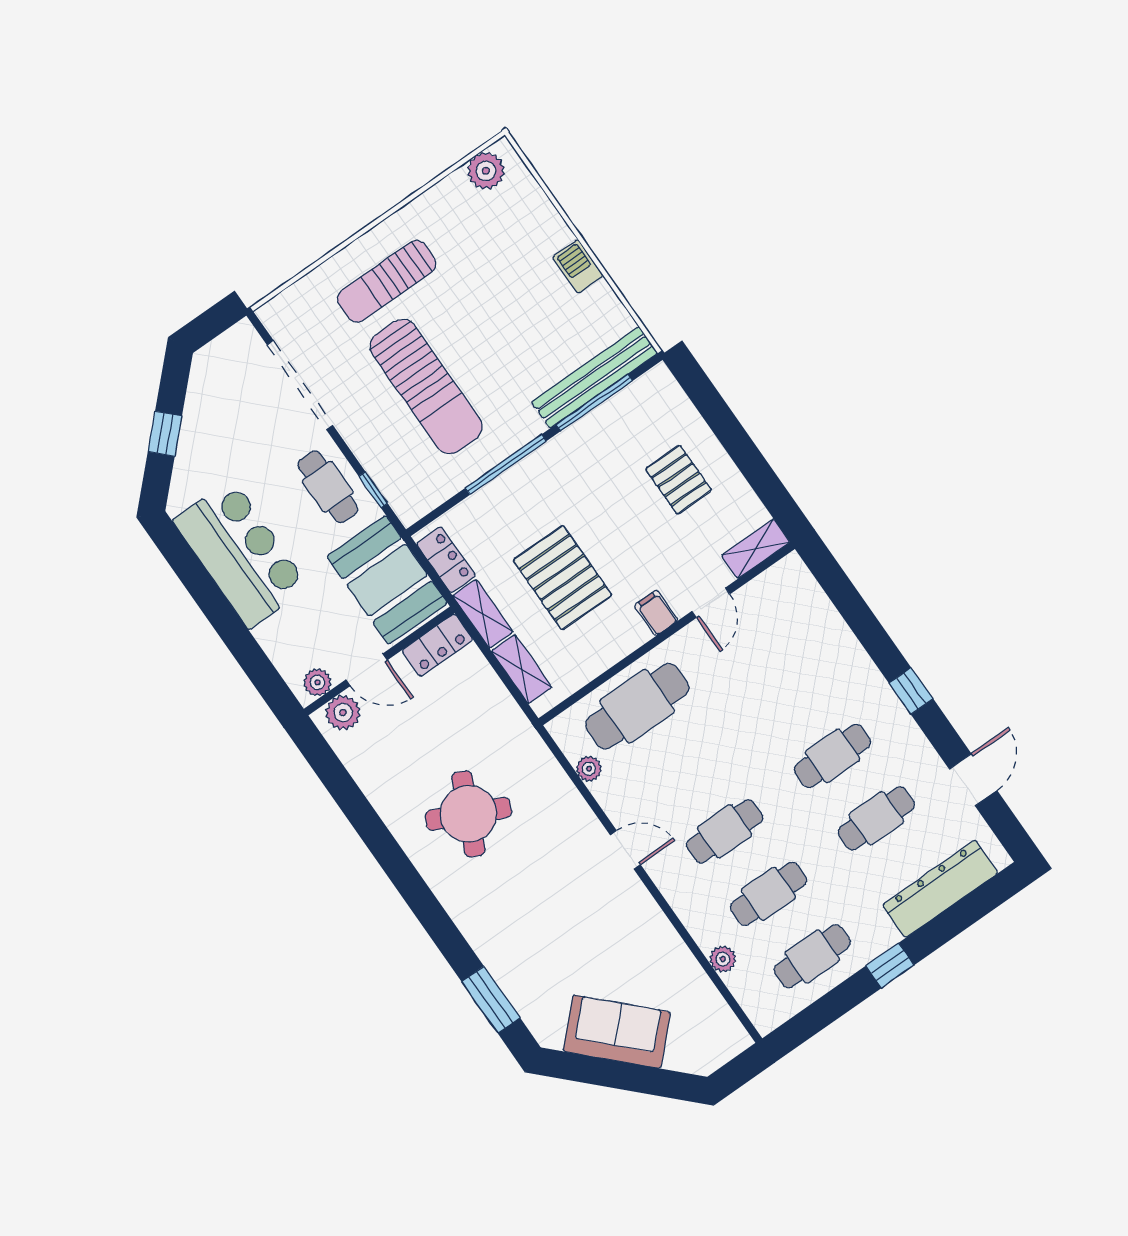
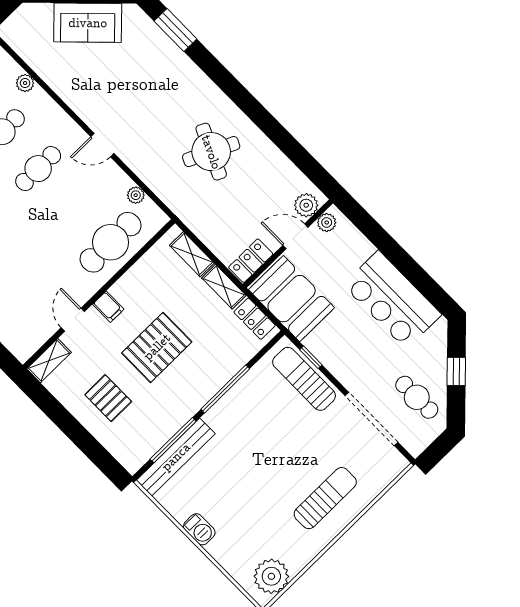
plant: (486, 171) -> (271, 576), width x1.36, depth x1.36
sun lounger: (426, 387) -> (304, 379), moved, width x0.73, depth x0.75
cafe table: (328, 487) -> (417, 397), moved
pallet: (562, 578) -> (157, 347), moved, turned 90

